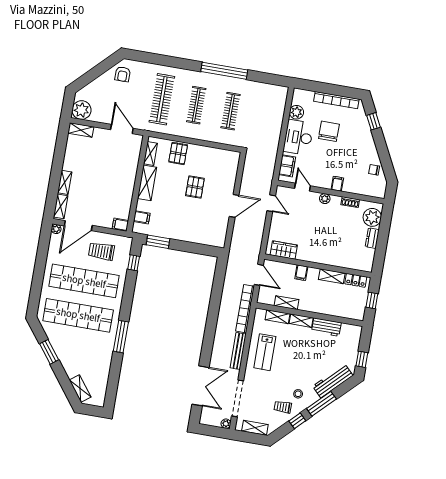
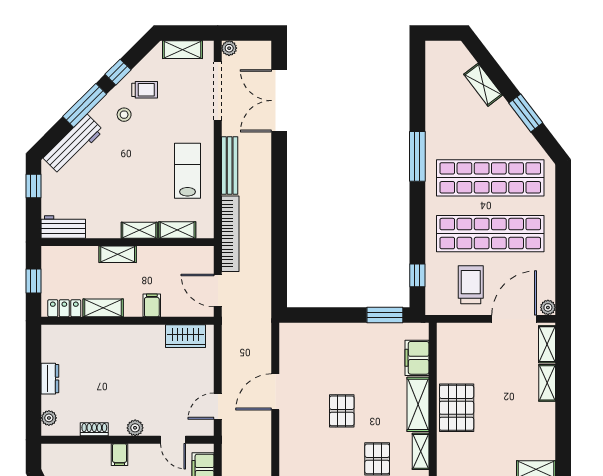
pallet: (124, 177) -> (457, 408), added
door: (271, 203) -> (218, 406), hinge flipped
filing cabinet: (142, 217) -> (417, 358), width x2.00
plant: (372, 217) -> (49, 418), width x0.53, depth x0.53
filing cabinet: (120, 225) -> (448, 332), removed
trolley: (102, 251) -> (471, 285), turned -90
shelving: (286, 303) -> (118, 254), moved
workbench: (326, 327) -> (63, 227), moved
shelving: (80, 389) -> (483, 85), moved

